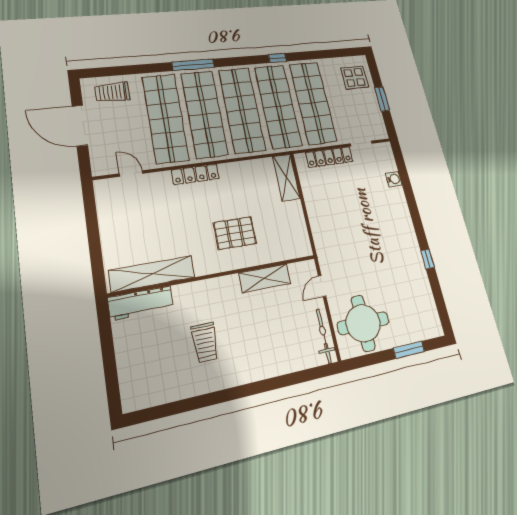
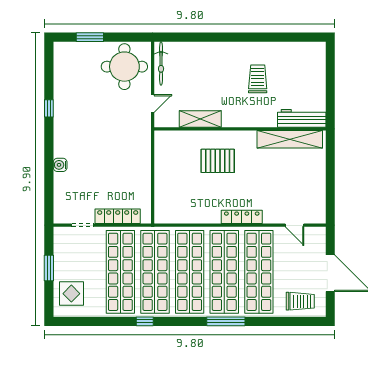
shelving: (286, 177) -> (162, 203), removed
water cooler: (394, 179) -> (60, 165), moved

